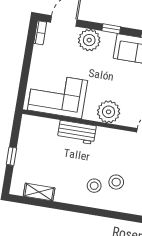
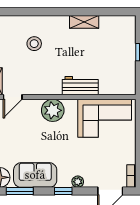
plant: (89, 40) -> (78, 182), width x0.53, depth x0.53
stool: (94, 186) -> (55, 37), removed
shelving: (39, 192) -> (84, 22), moved

